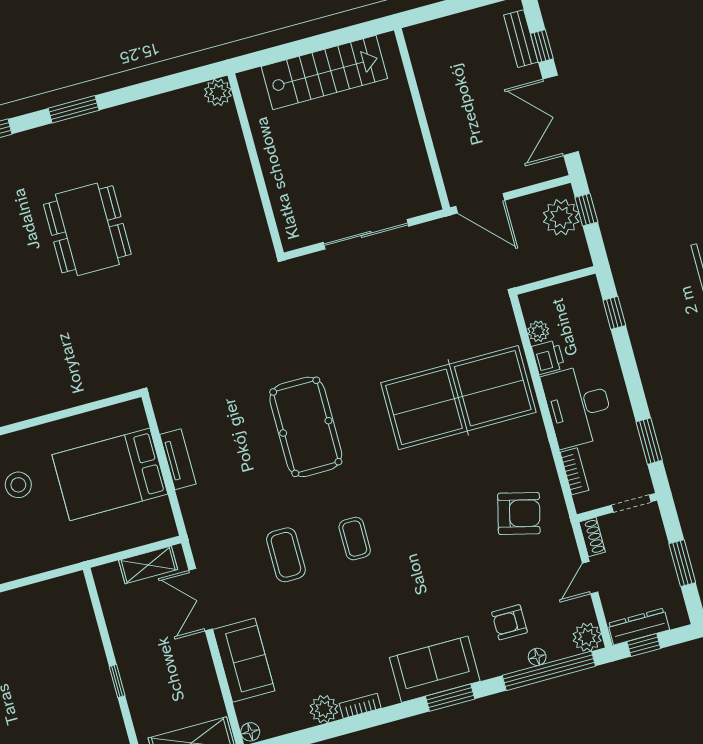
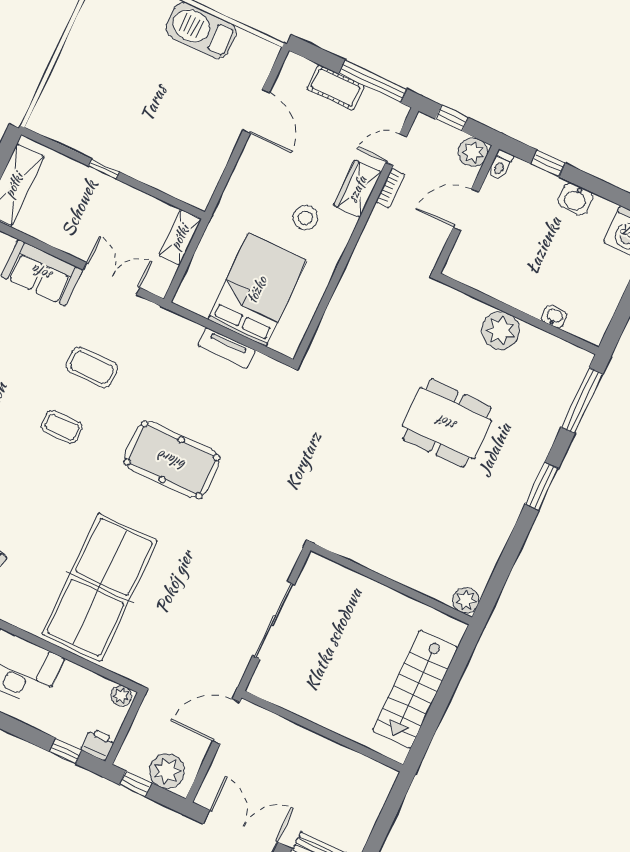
window: (586, 210) -> (136, 784), moved
plant: (538, 331) -> (121, 696), moved
printer: (548, 357) -> (98, 744), moved, turned 180
shelving: (148, 565) -> (180, 237), moved

